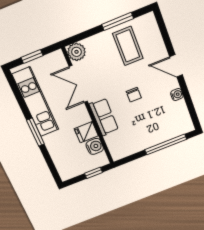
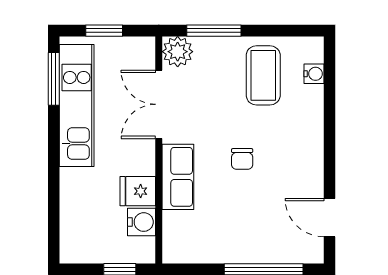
window: (118, 21) -> (214, 31), moved
door: (176, 66) -> (329, 218), moved
water cooler: (177, 95) -> (314, 74), moved
window: (36, 132) -> (54, 79), moved

